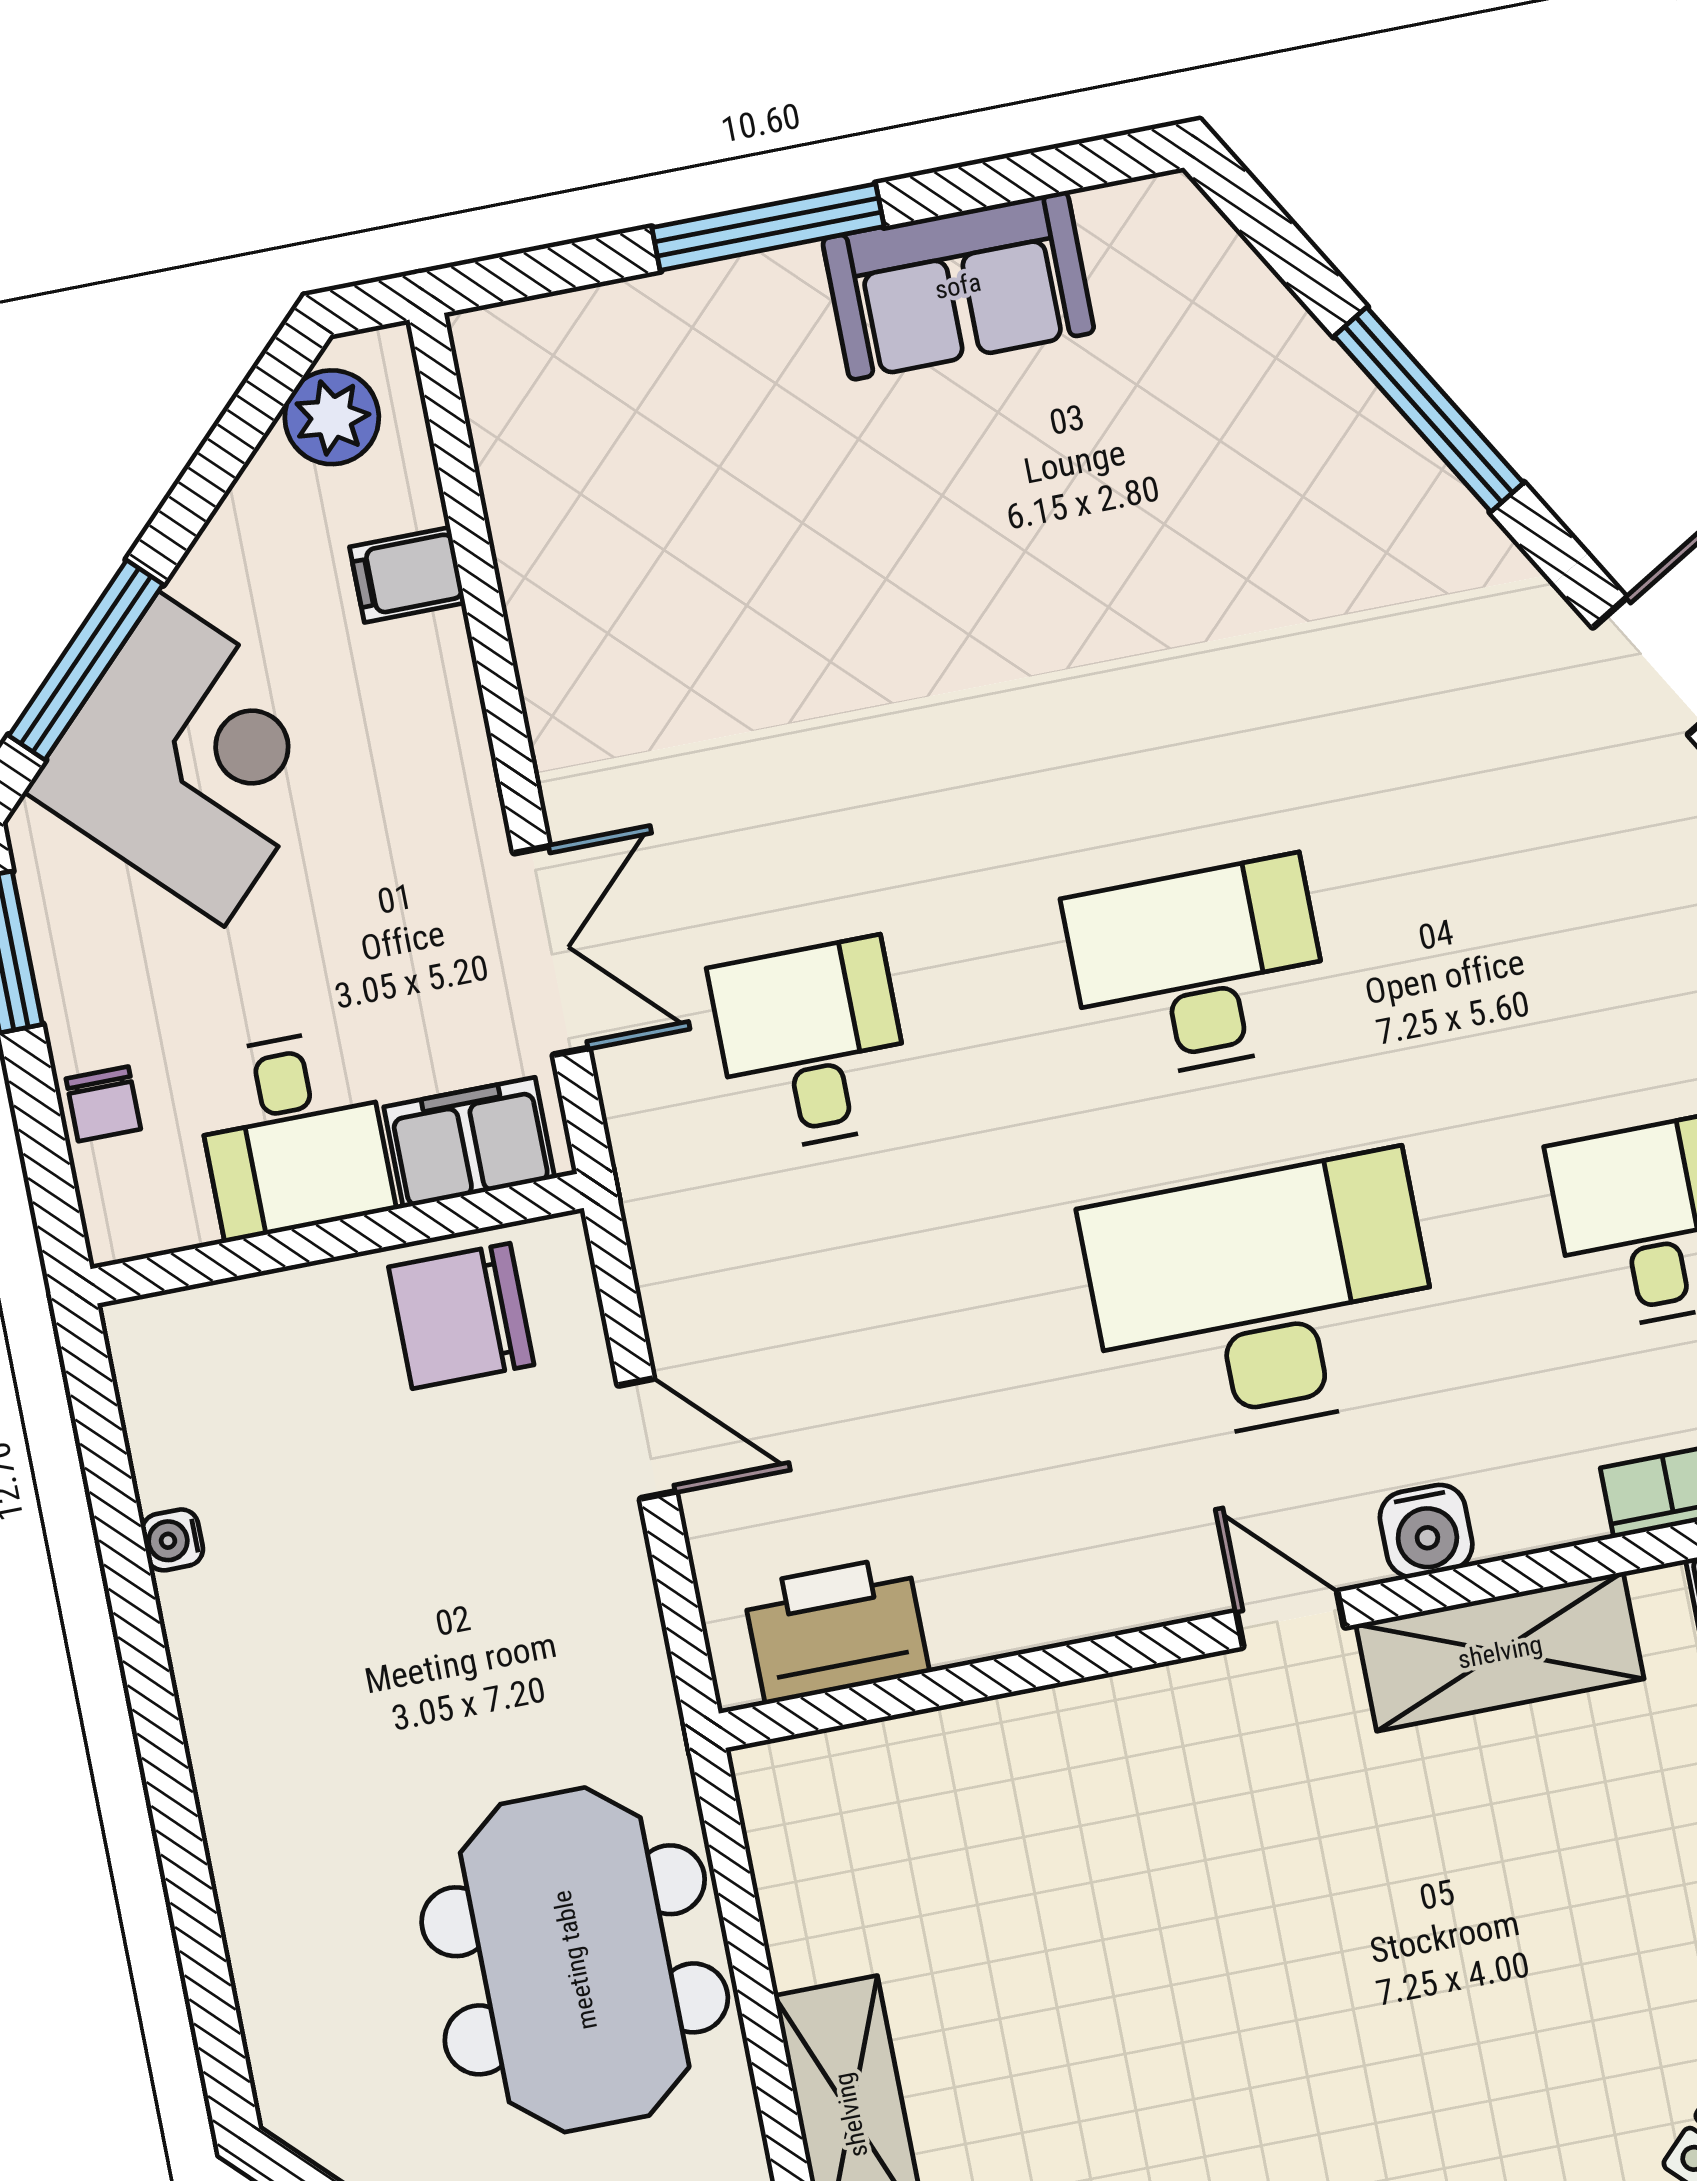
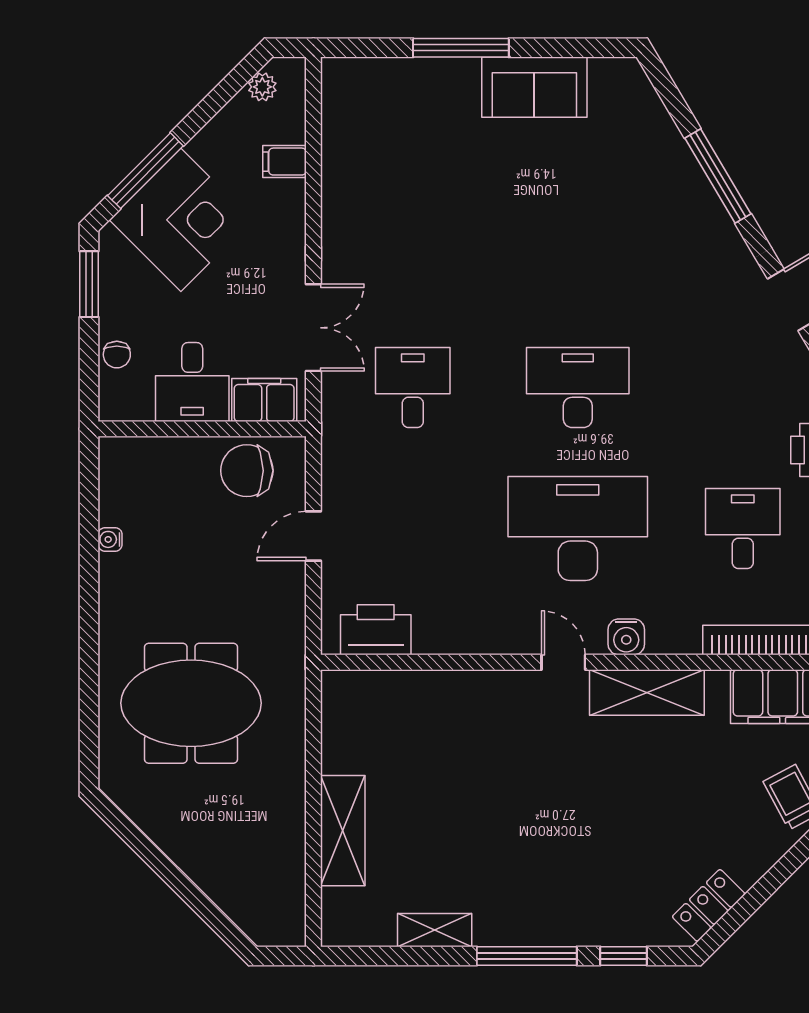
plant: (332, 417) -> (262, 87), width x0.73, depth x0.73
door: (647, 1438) -> (313, 536), swing flipped
meeting table: (575, 1960) -> (191, 703), moved, turned 90

